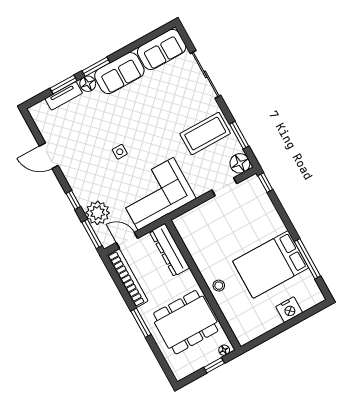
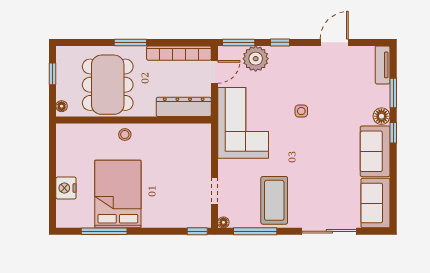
window: (96, 67) -> (393, 133), width x0.67
tv unit: (64, 96) -> (383, 65), moved
window: (239, 135) -> (255, 231), width x1.44
floor lamp: (240, 163) -> (223, 222), width x0.53, depth x0.53
window: (214, 365) -> (53, 74), moved

